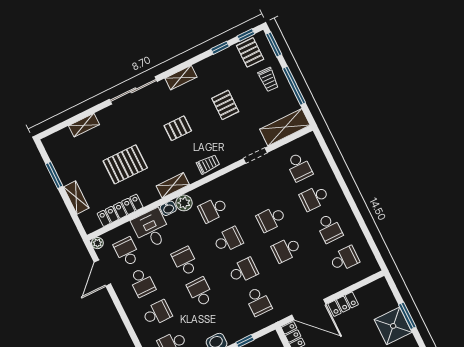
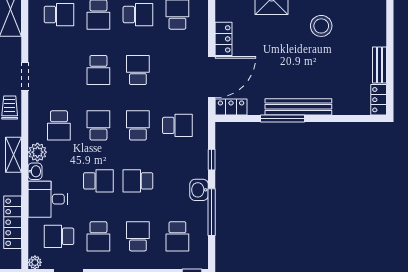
doorway: (255, 156) -> (25, 77), moved
school desk: (286, 250) -> (138, 70), turned 180
school desk: (185, 261) -> (98, 181), turned 180
school desk: (142, 282) -> (98, 236), turned 90

